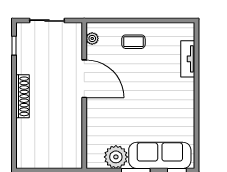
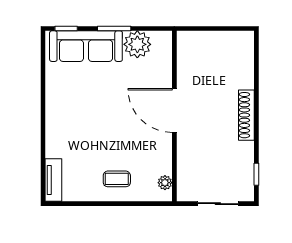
tv unit: (188, 59) -> (53, 180), moved
door: (84, 79) -> (174, 110), moved

